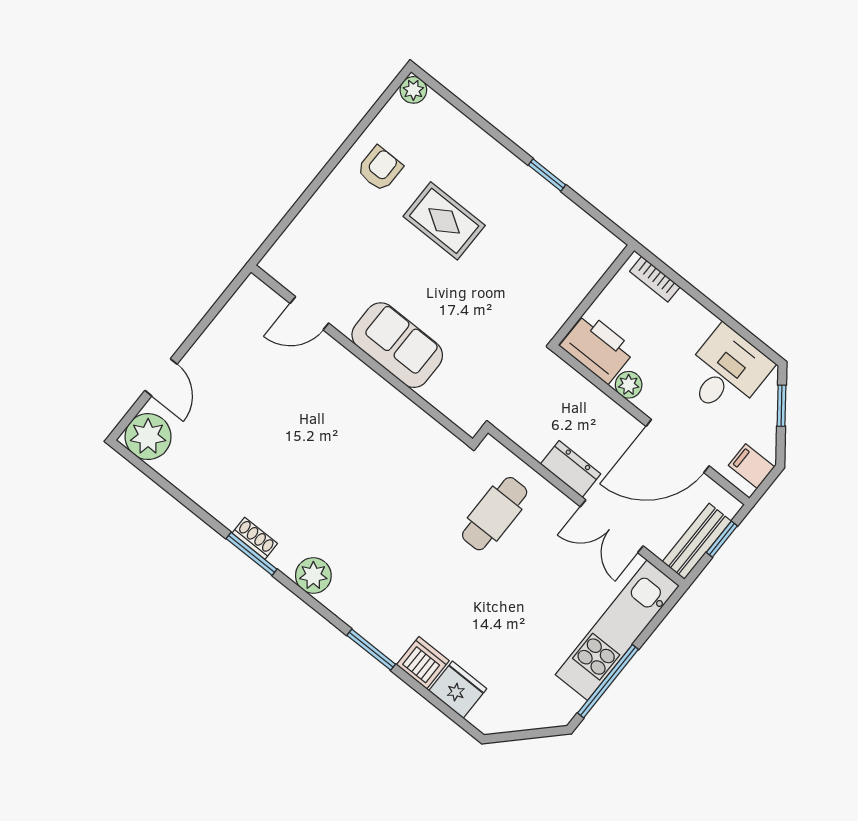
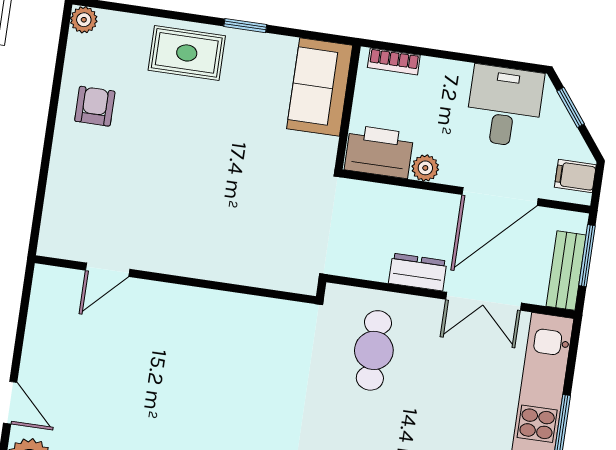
rug: (444, 221) -> (187, 53), moved
sofa: (397, 345) -> (320, 87), moved, turned -90
window: (722, 539) -> (587, 256), width x1.50

